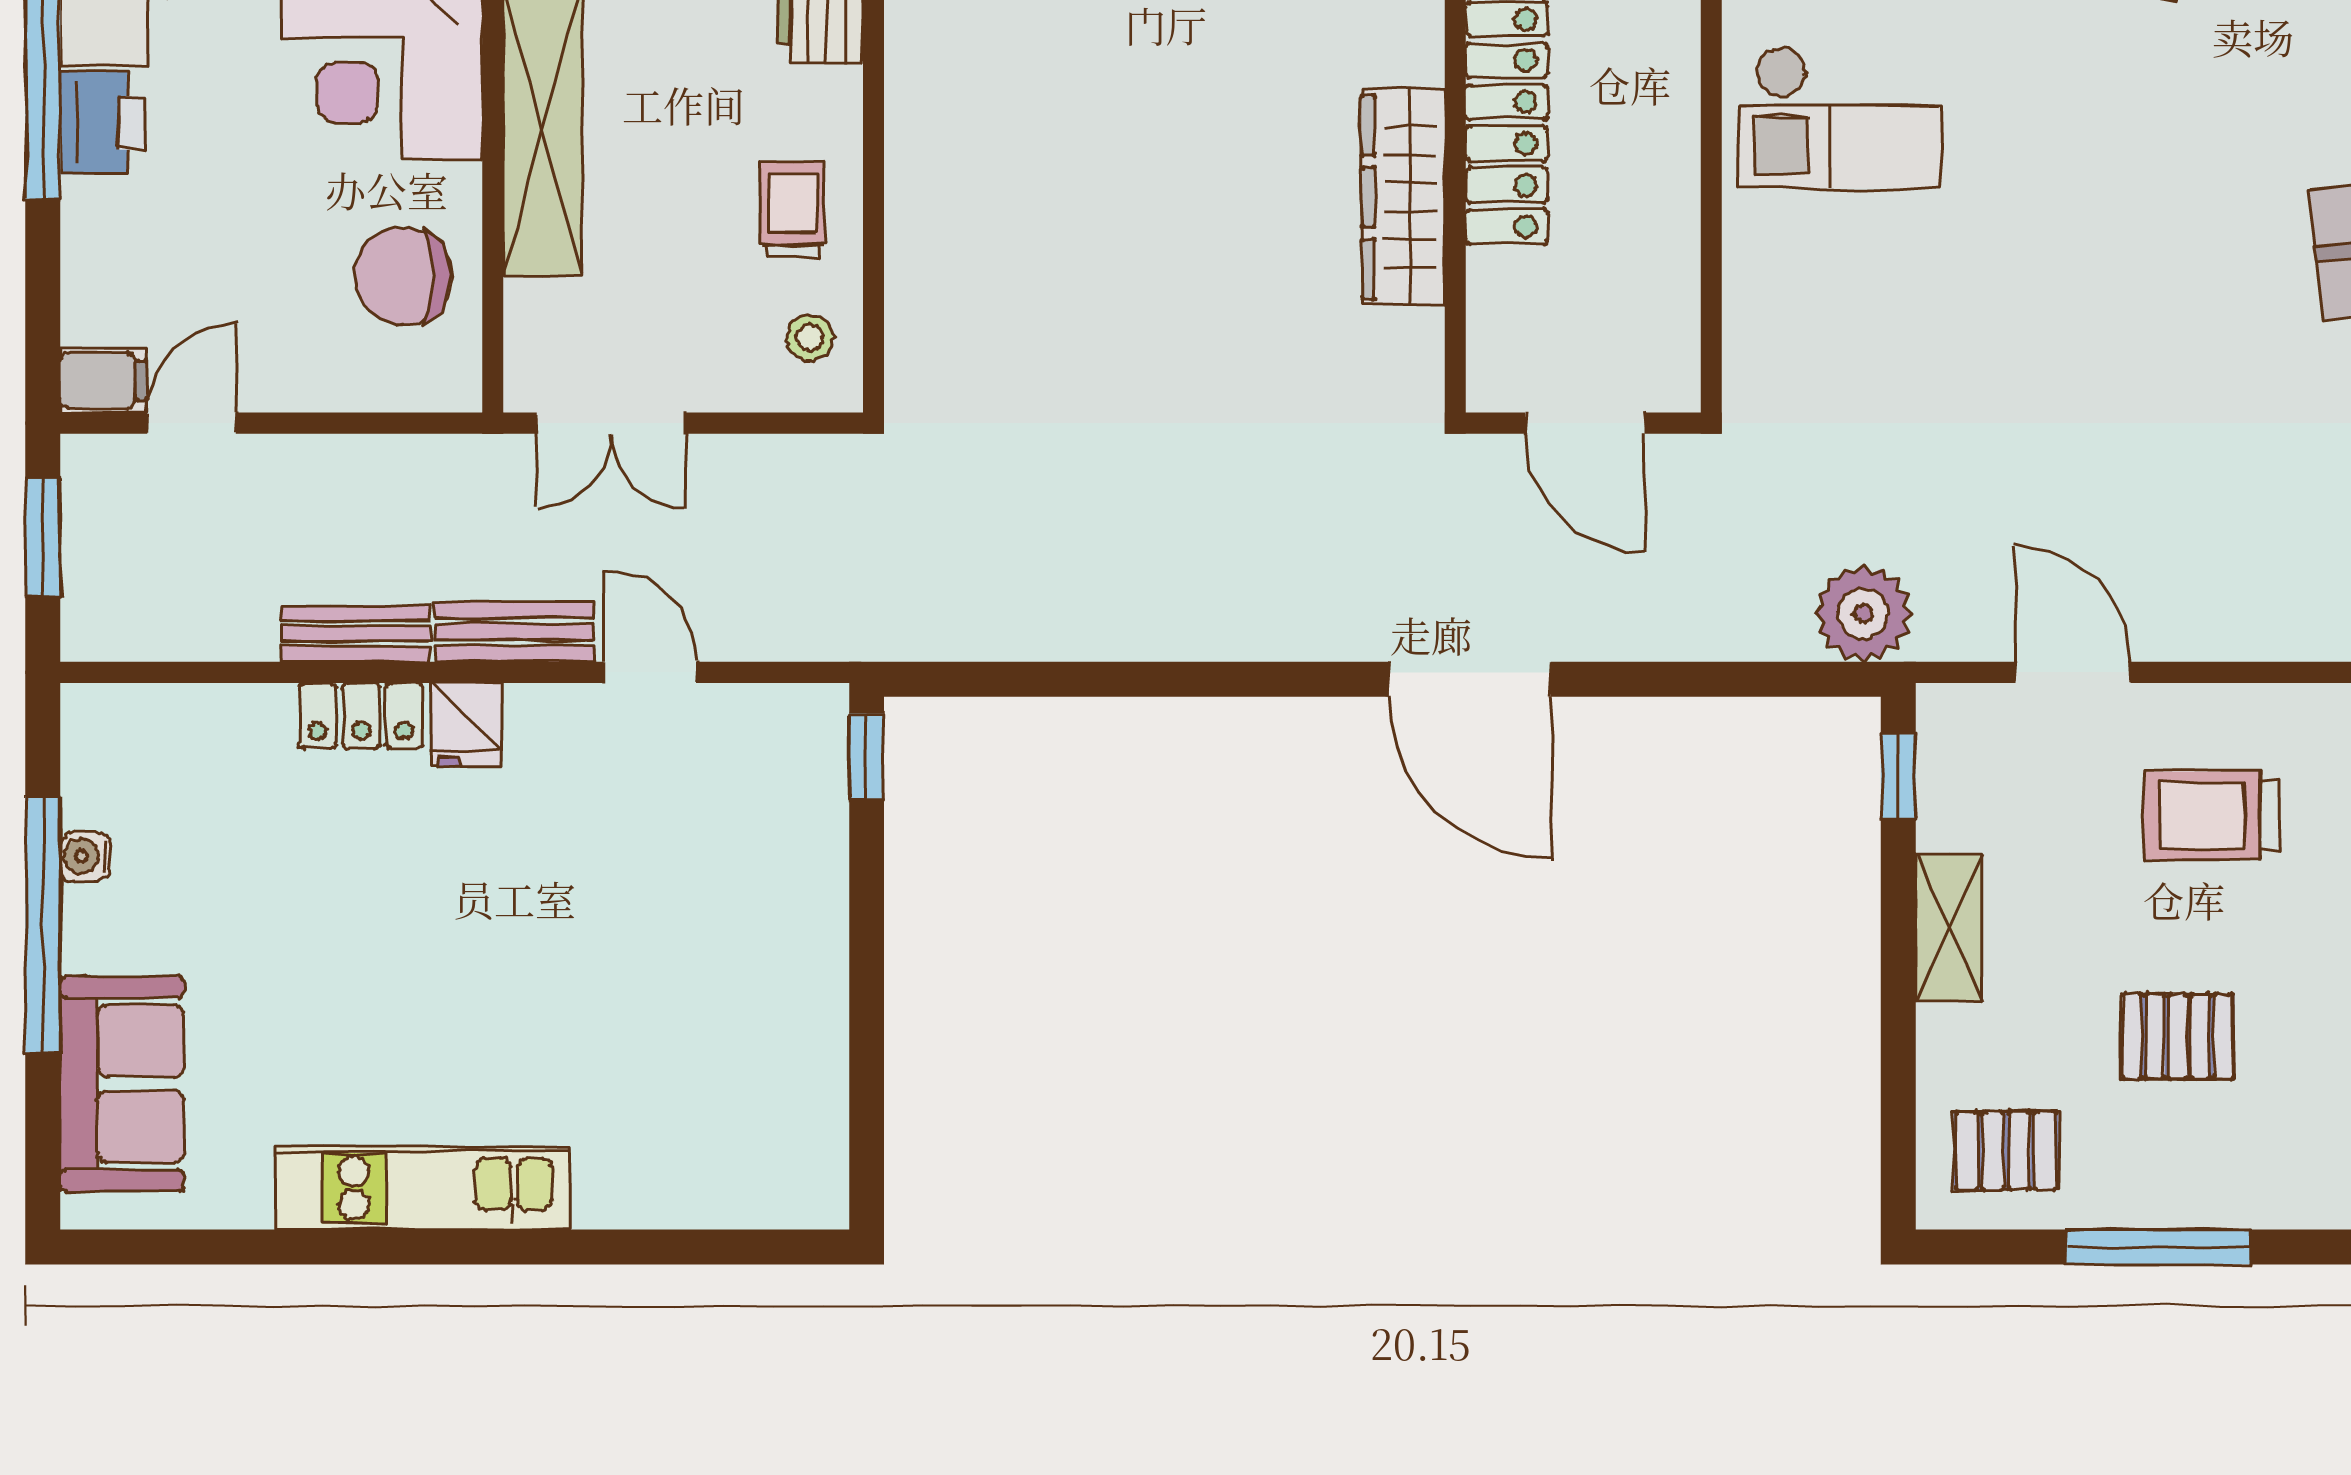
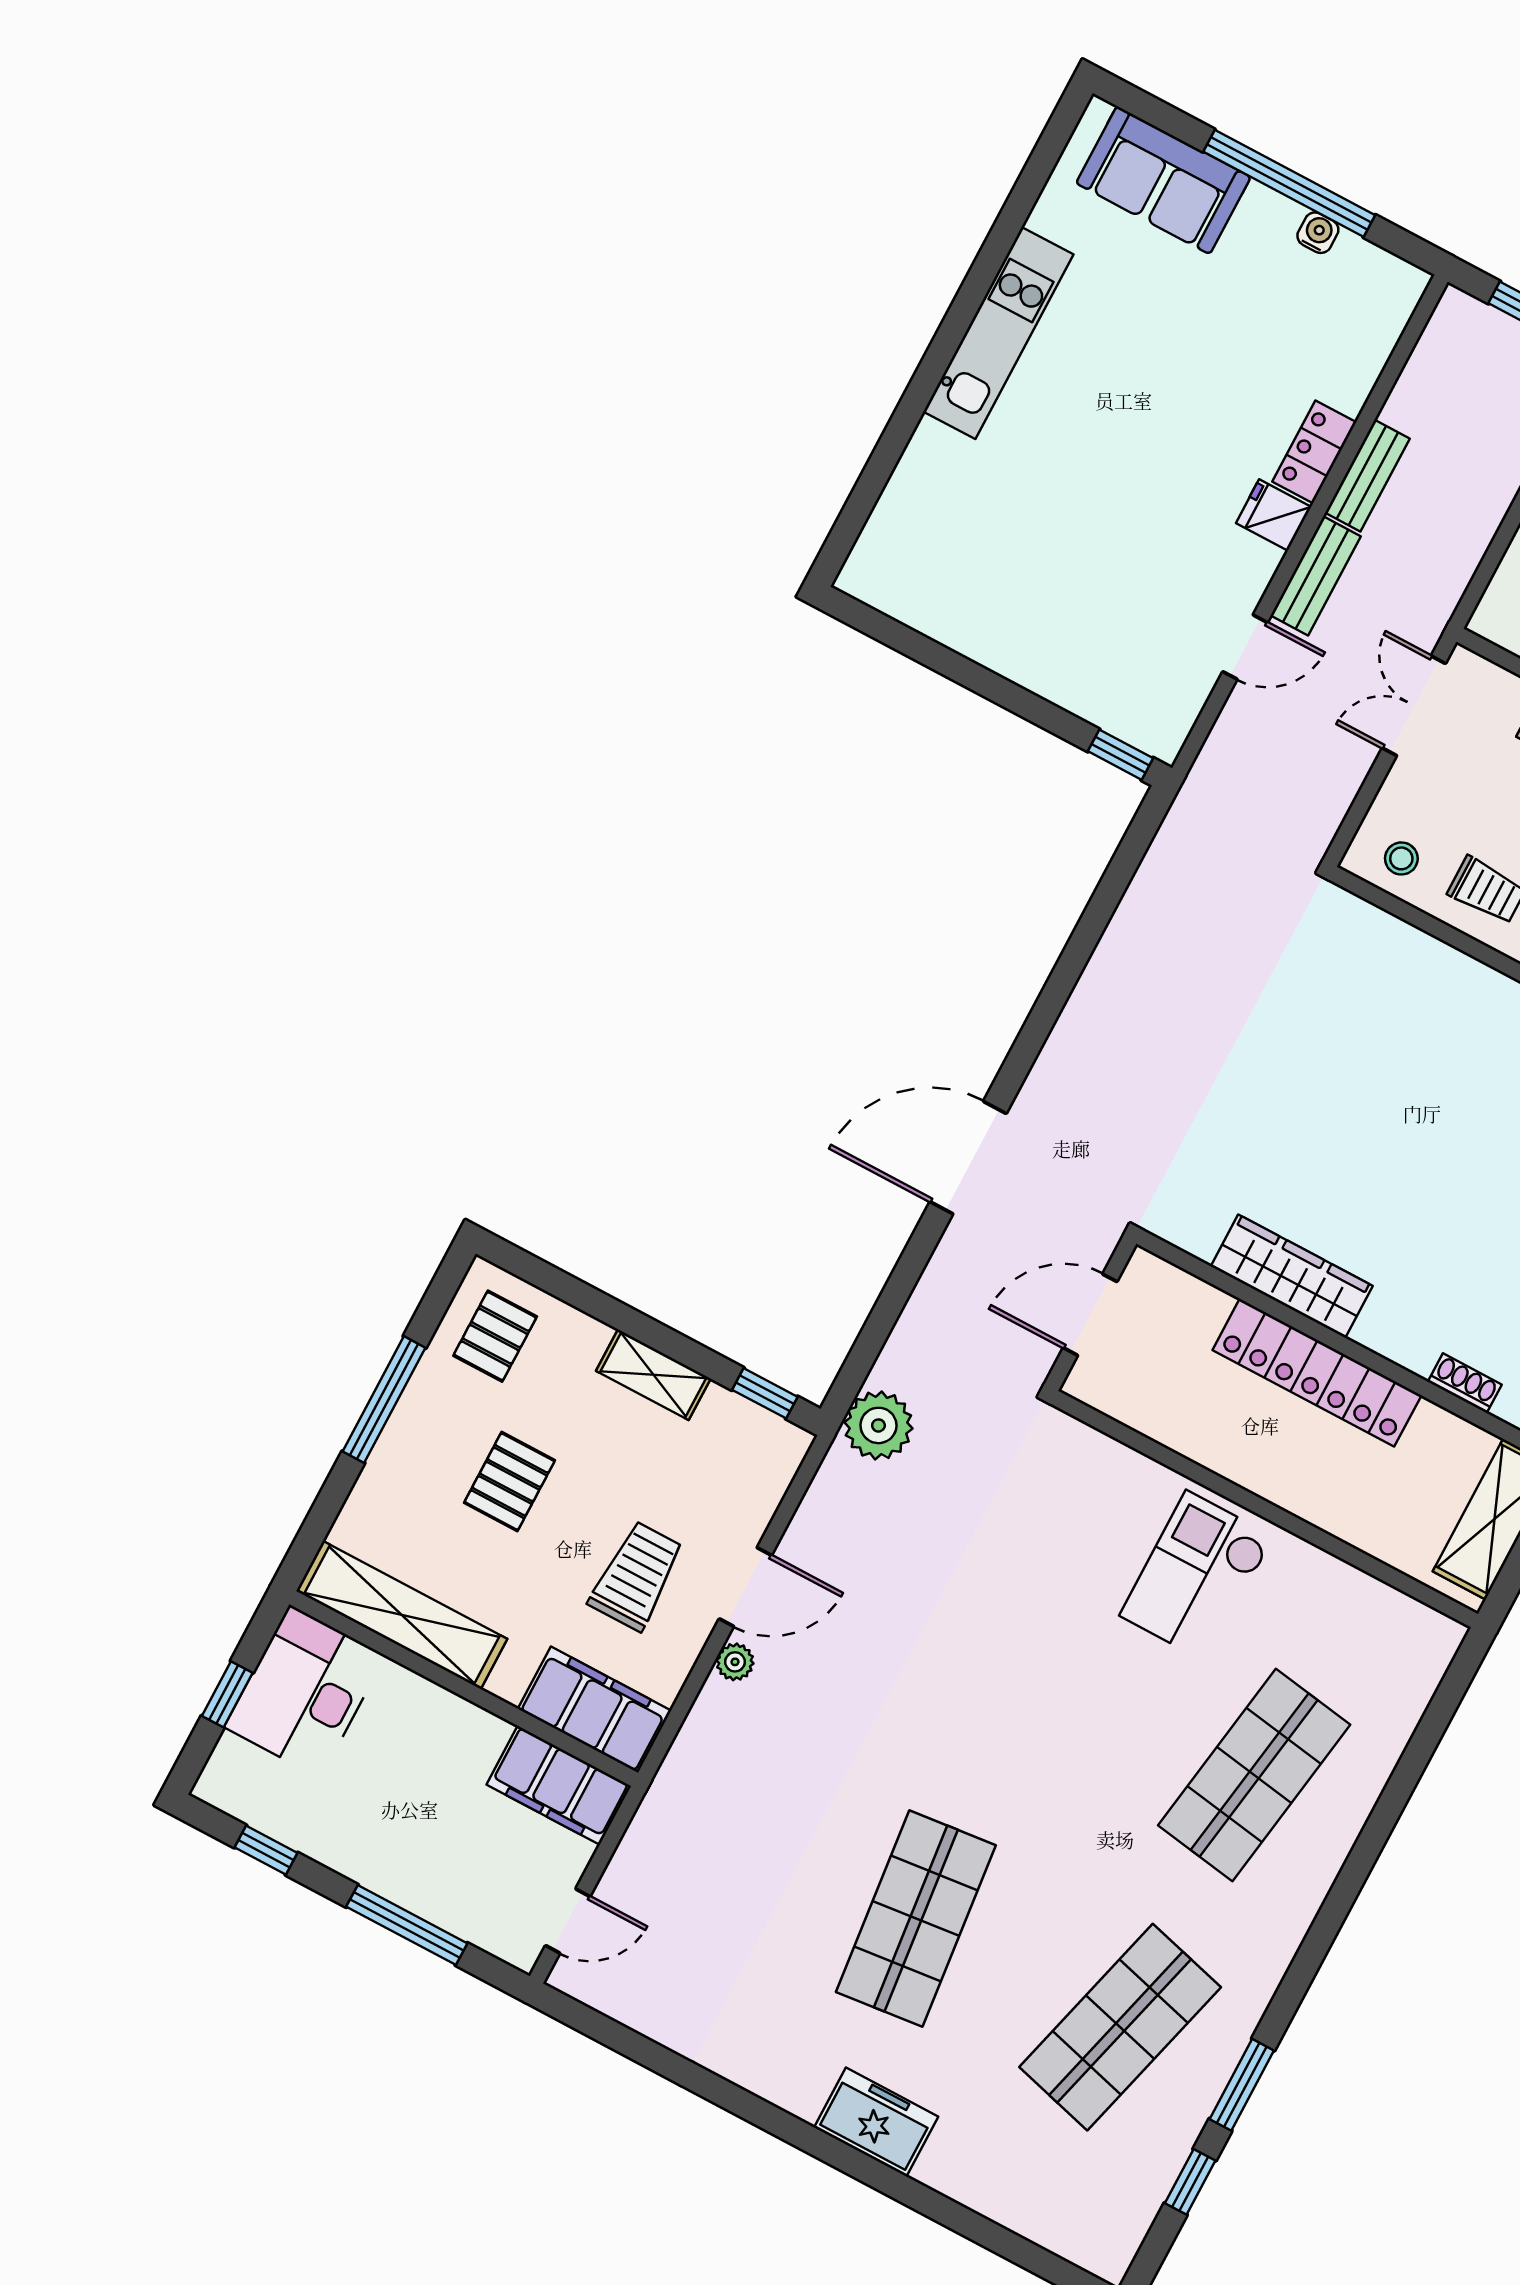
plant: (2253, 636) -> (735, 1662), added
door: (2073, 672) -> (745, 1587), moved

